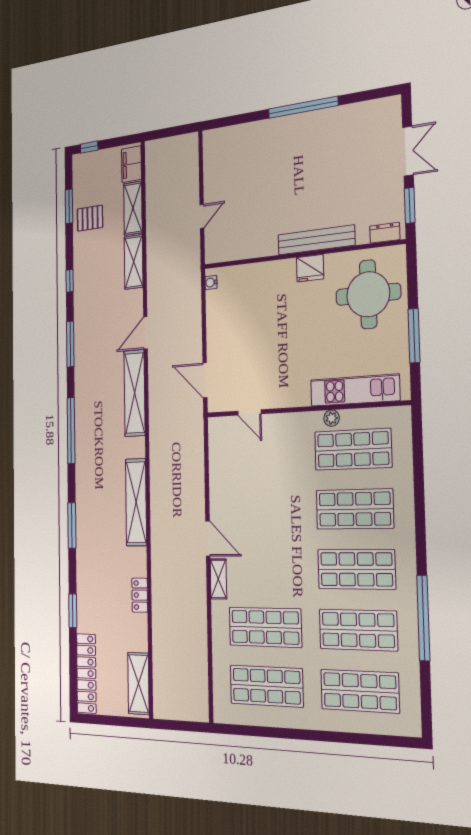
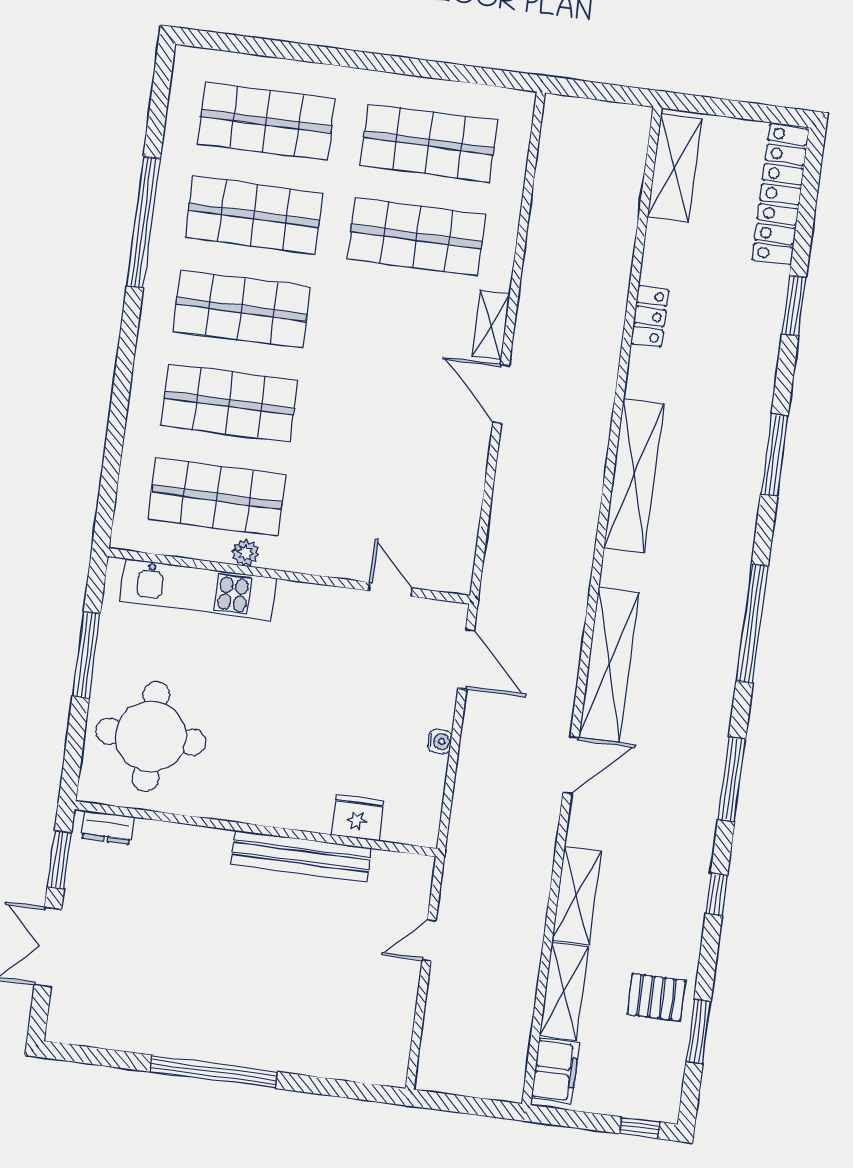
bench: (316, 240) -> (301, 856), moved
fridge: (310, 268) -> (357, 817), moved
water cooler: (211, 282) -> (440, 741), moved

